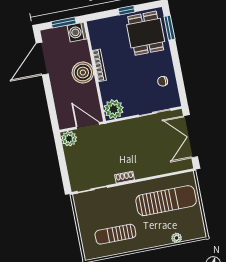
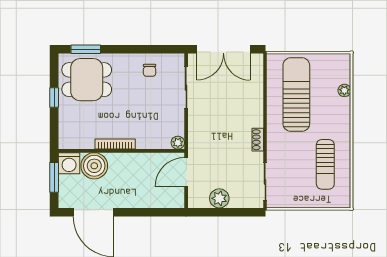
boiler: (83, 73) -> (94, 166), moved
plant: (114, 109) -> (178, 143), width x0.53, depth x0.53
plant: (69, 139) -> (219, 198), moved

